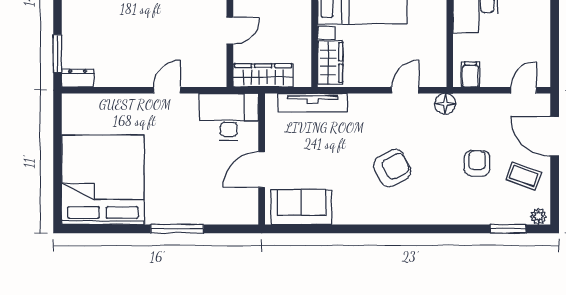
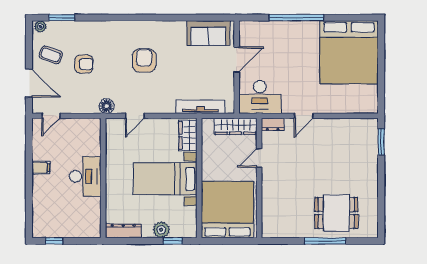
filing cabinet: (470, 75) -> (41, 168), moved, turned -90
dresser: (78, 78) -> (273, 124), moved
armchair: (477, 163) -> (84, 64), turned -90
armchair: (392, 168) -> (144, 61), turned 117
window: (177, 229) -> (296, 18), width x1.46

